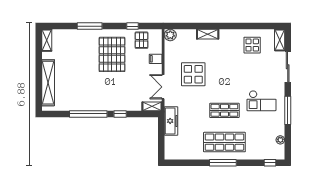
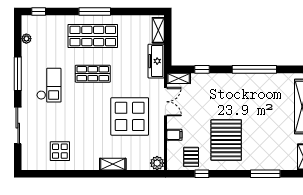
window: (90, 26) -> (265, 174), moved
shelving: (280, 40) -> (158, 30), moved
display table: (193, 74) -> (130, 116), width x1.36, depth x1.36
checkout: (261, 101) -> (49, 85), turned 90
window: (120, 114) -> (202, 69), moved

